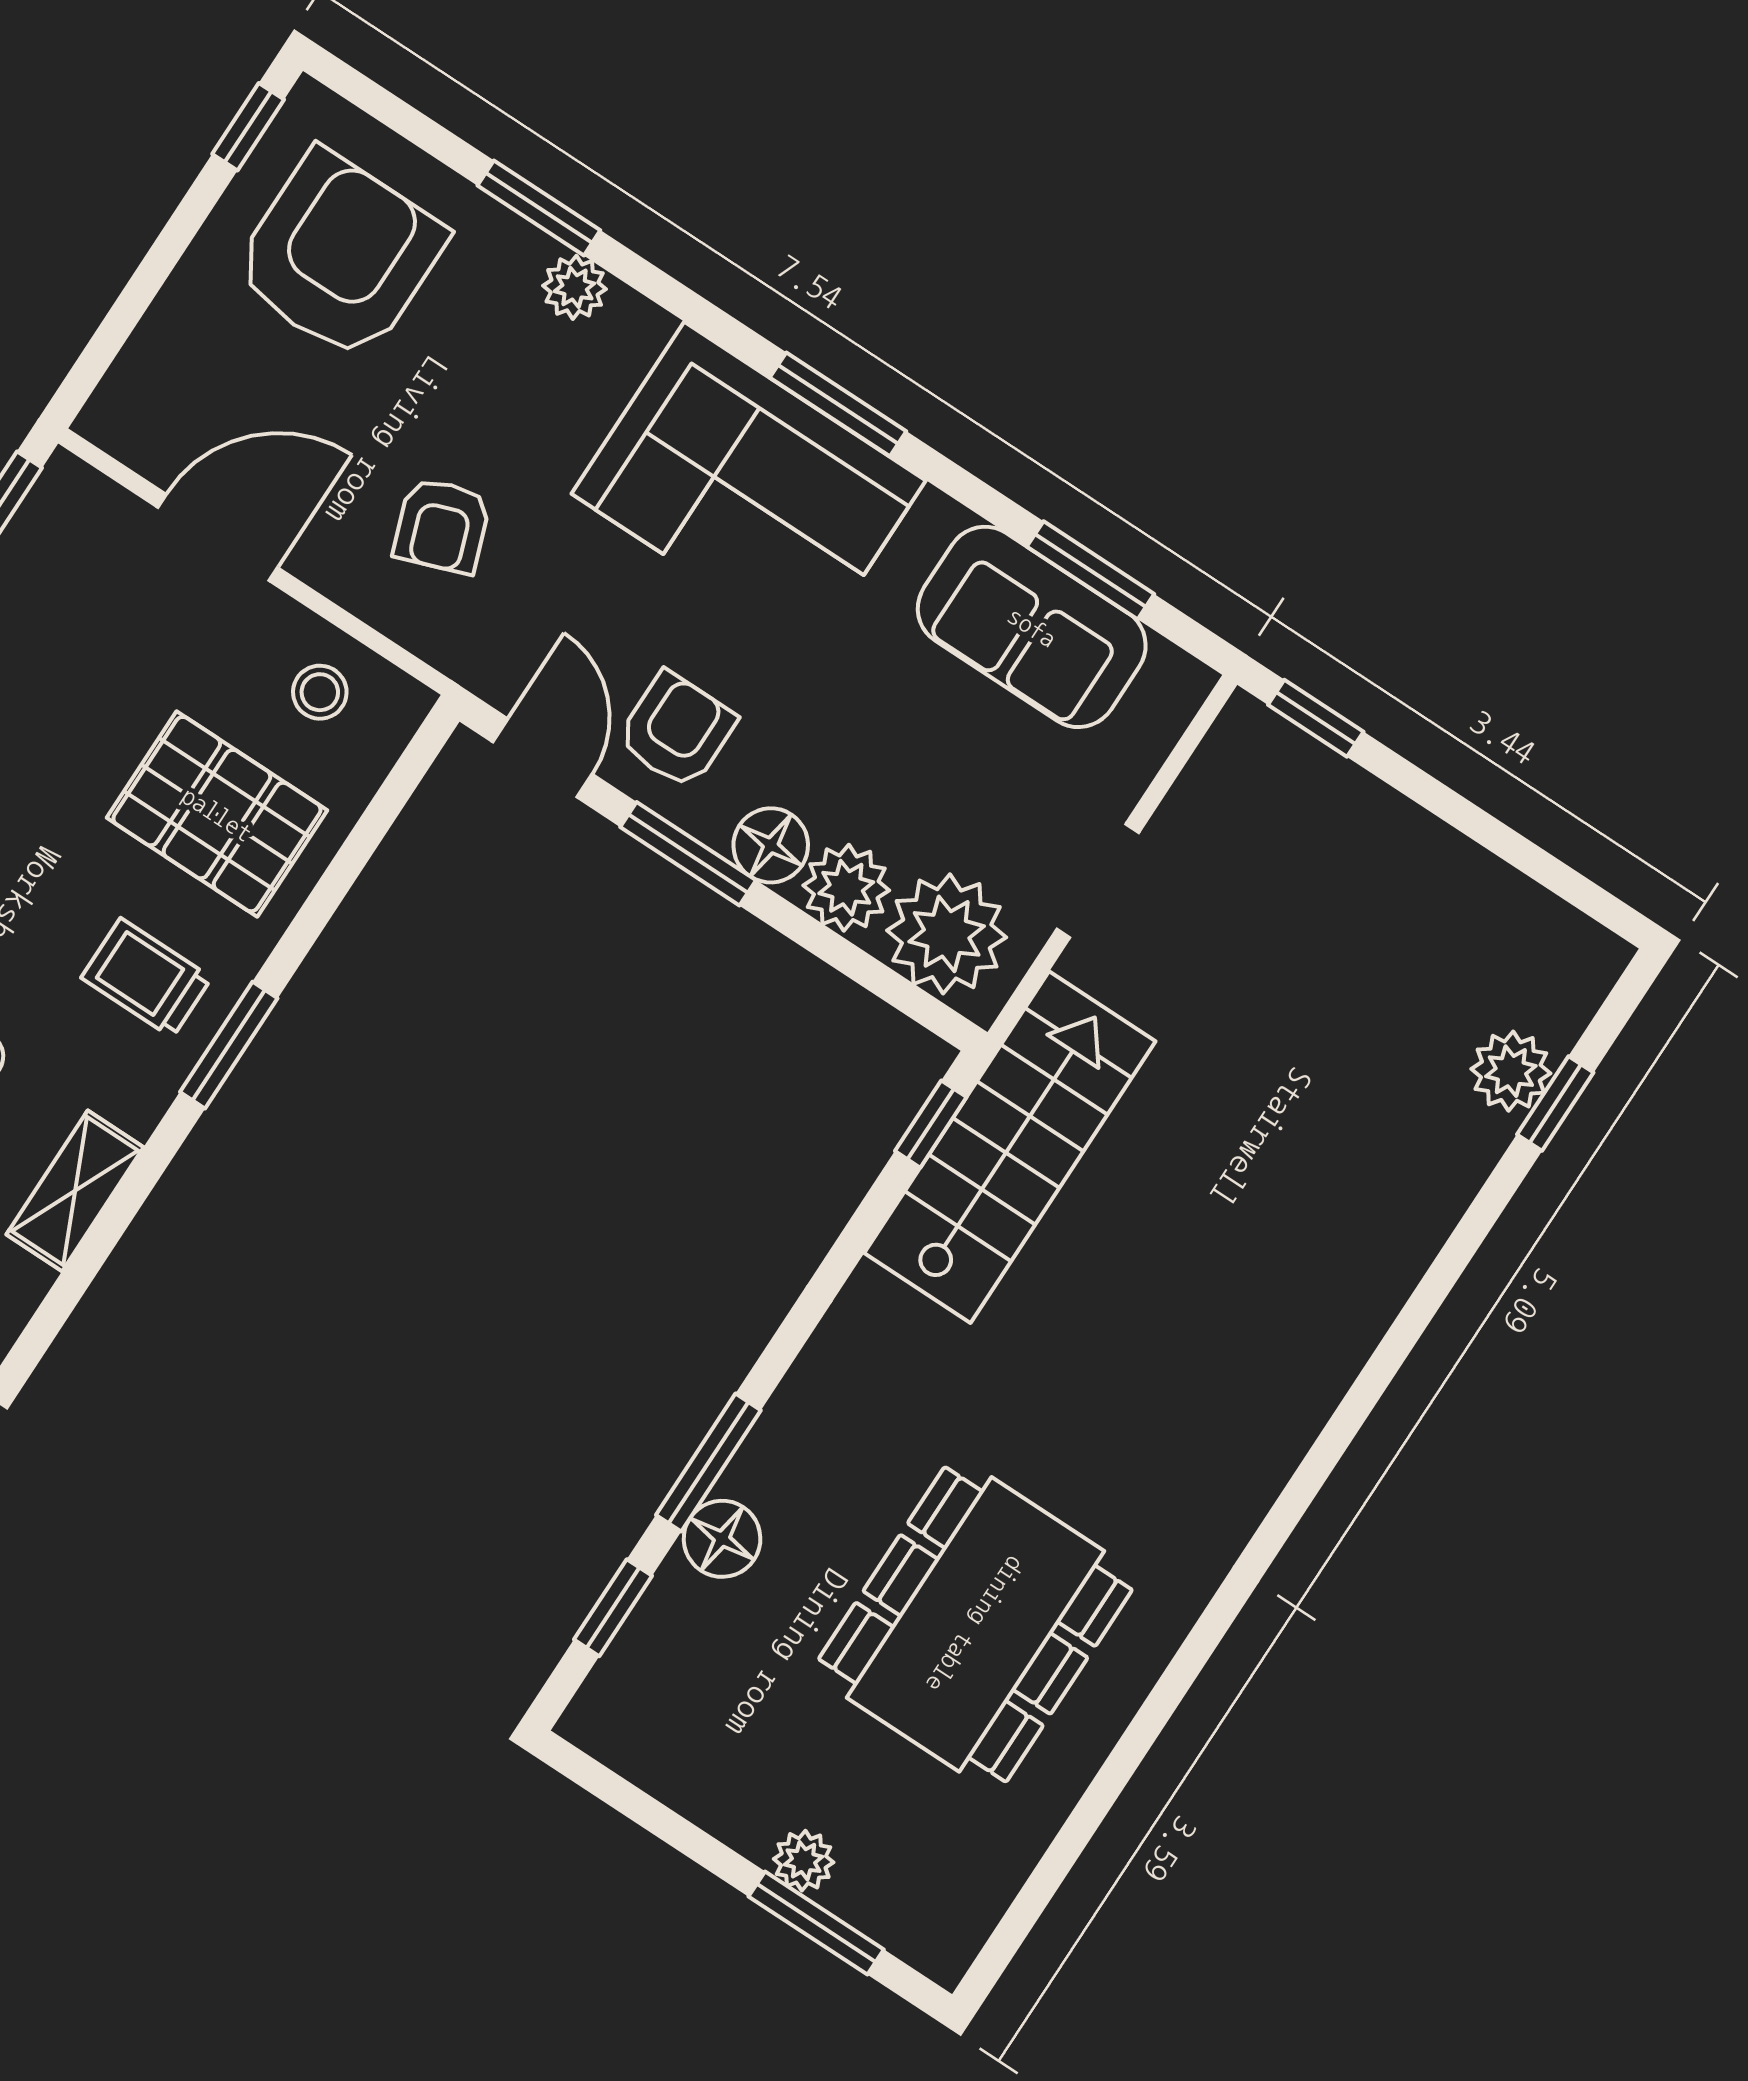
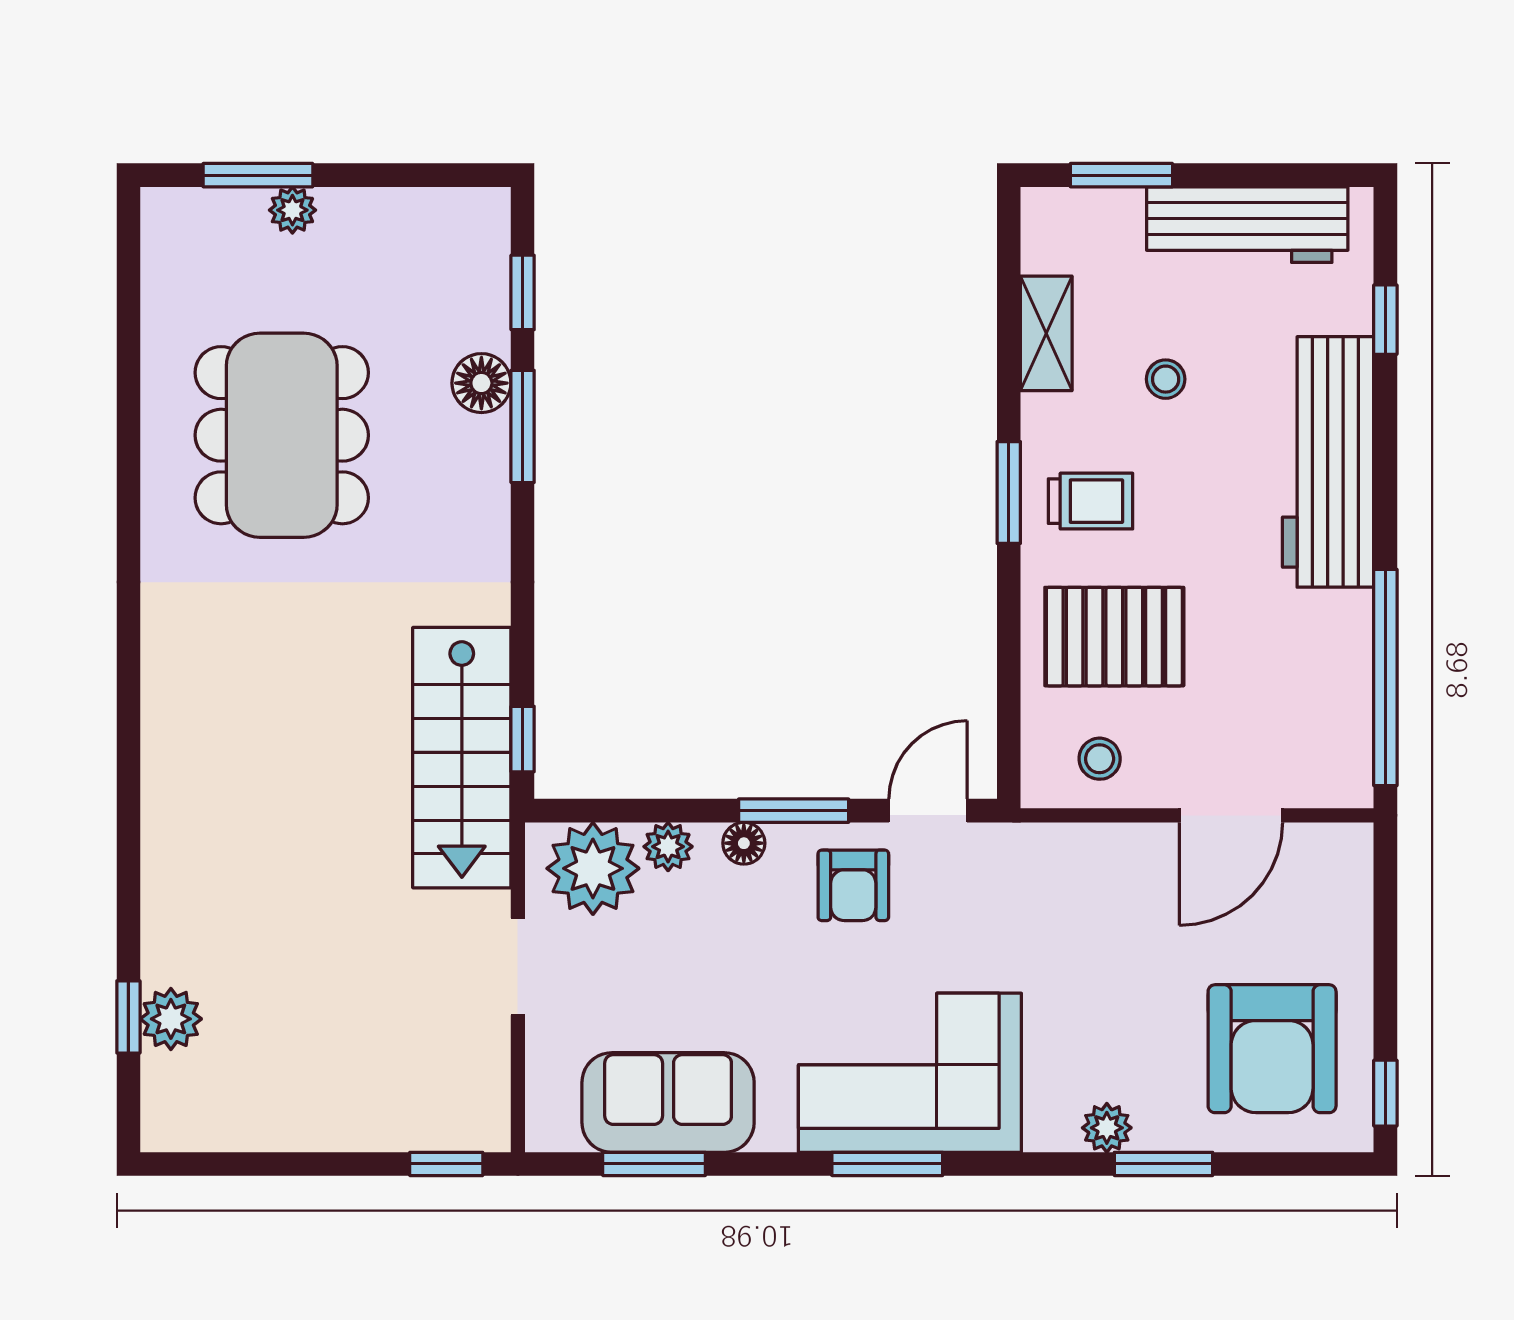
armchair: (442, 526) -> (1091, 918), removed
door: (542, 758) -> (928, 811), swing flipped
floor lamp: (771, 845) -> (744, 843), width x0.73, depth x0.73
plant: (846, 888) -> (668, 847), width x0.73, depth x0.73

